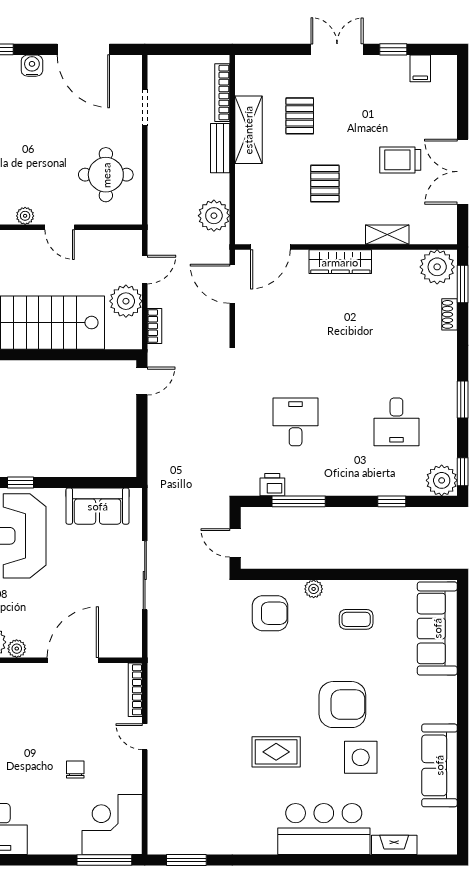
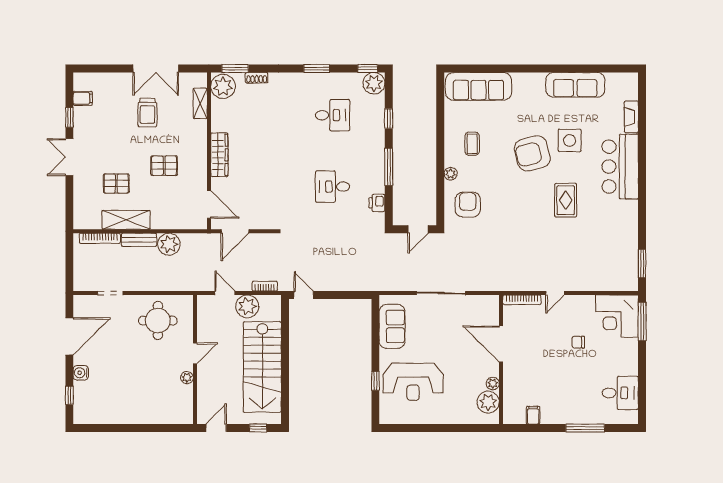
plant: (214, 216) -> (169, 244), moved
shelving: (387, 235) -> (200, 103), moved
window: (299, 501) -> (389, 167), moved
armchair: (342, 705) -> (532, 153), turned -105

